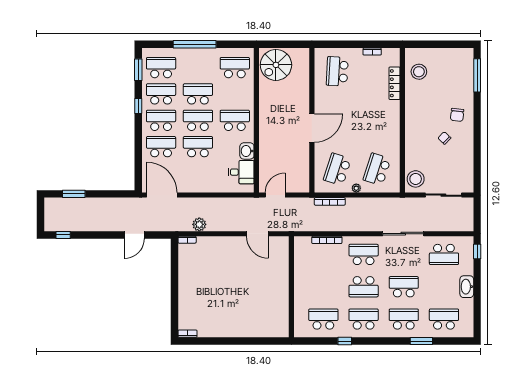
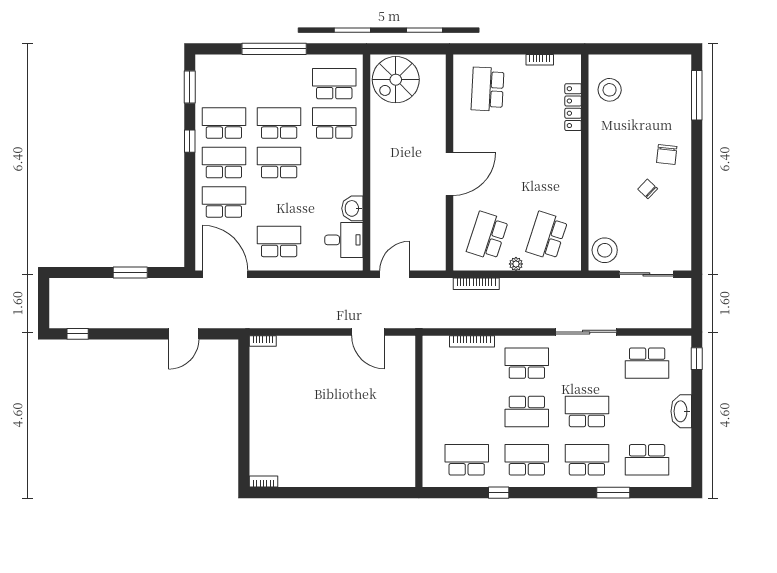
school desk: (161, 68) -> (224, 84), removed
school desk: (235, 120) -> (334, 123), moved
school desk: (198, 147) -> (279, 241), moved
window: (74, 194) -> (130, 273), moved
plant: (199, 224) -> (281, 318), removed
school desk: (444, 319) -> (647, 460), turned 180

